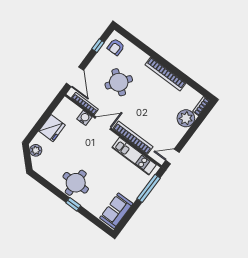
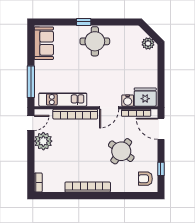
armchair: (116, 47) -> (145, 179), turned -90
plant: (186, 118) -> (43, 141), moved
fridge: (52, 128) -> (145, 97), moved, turned 90

